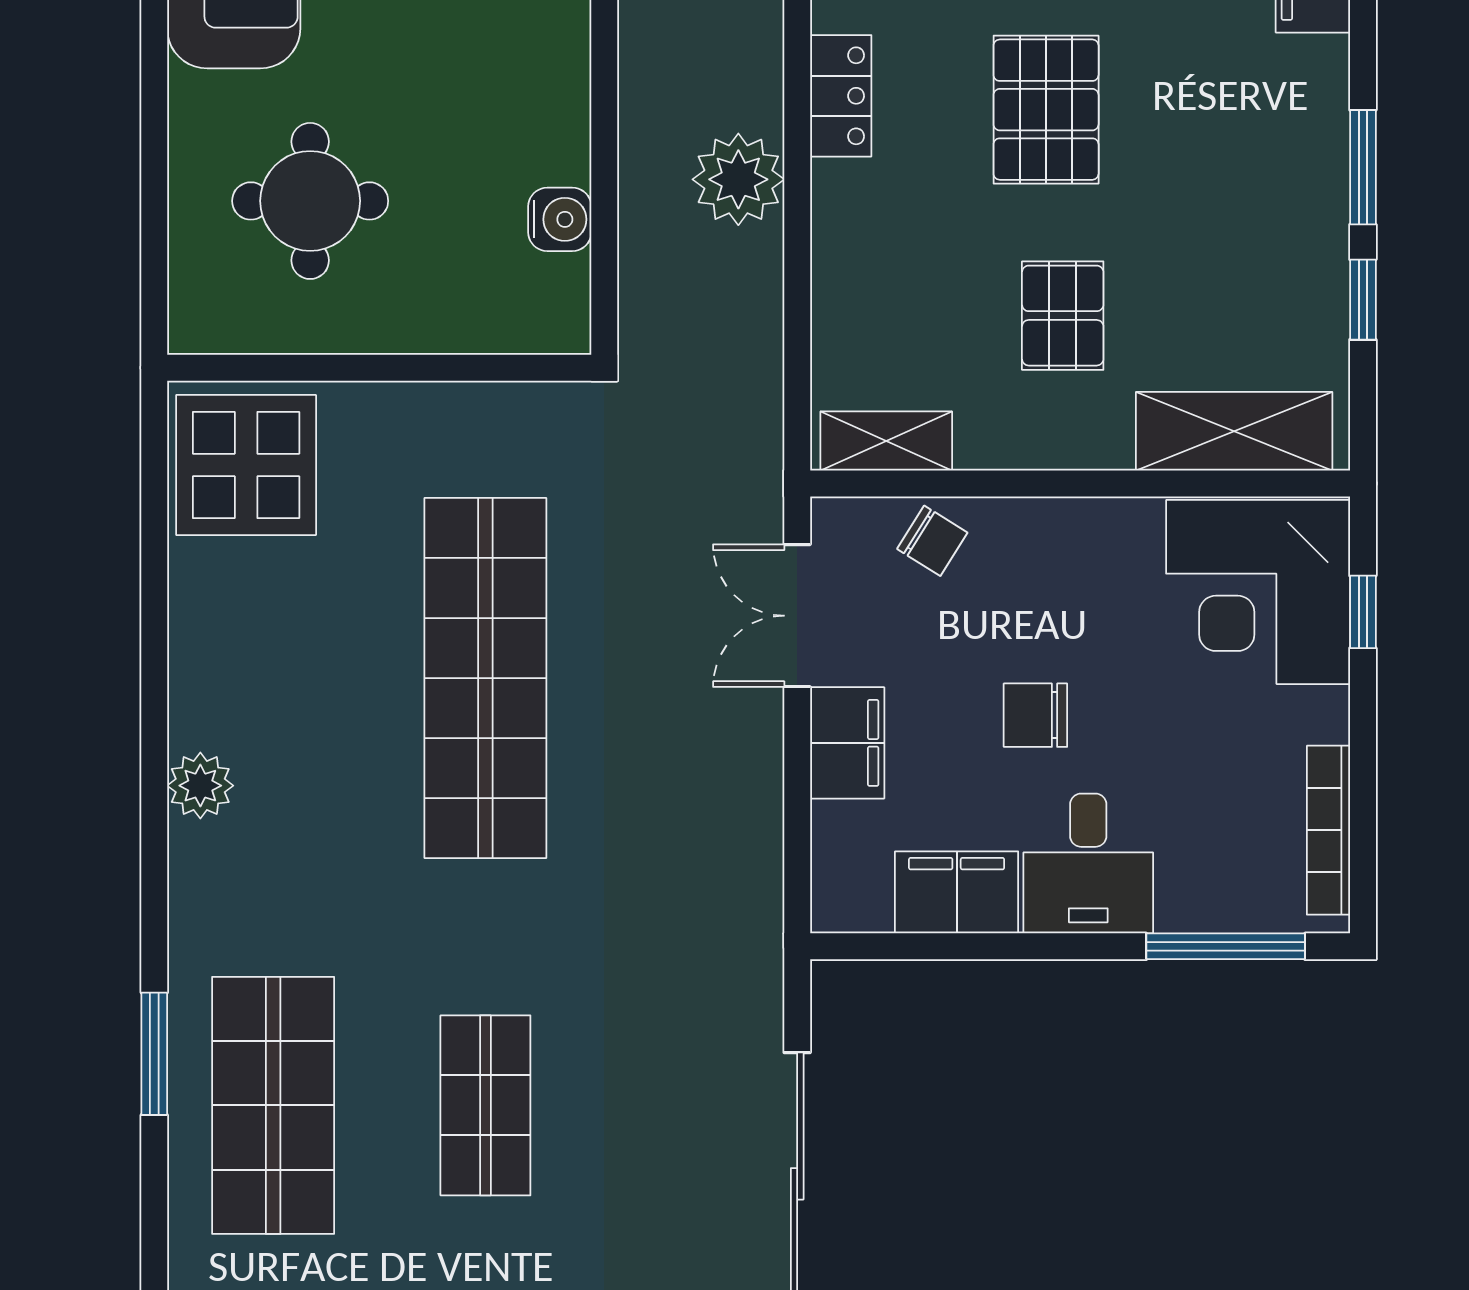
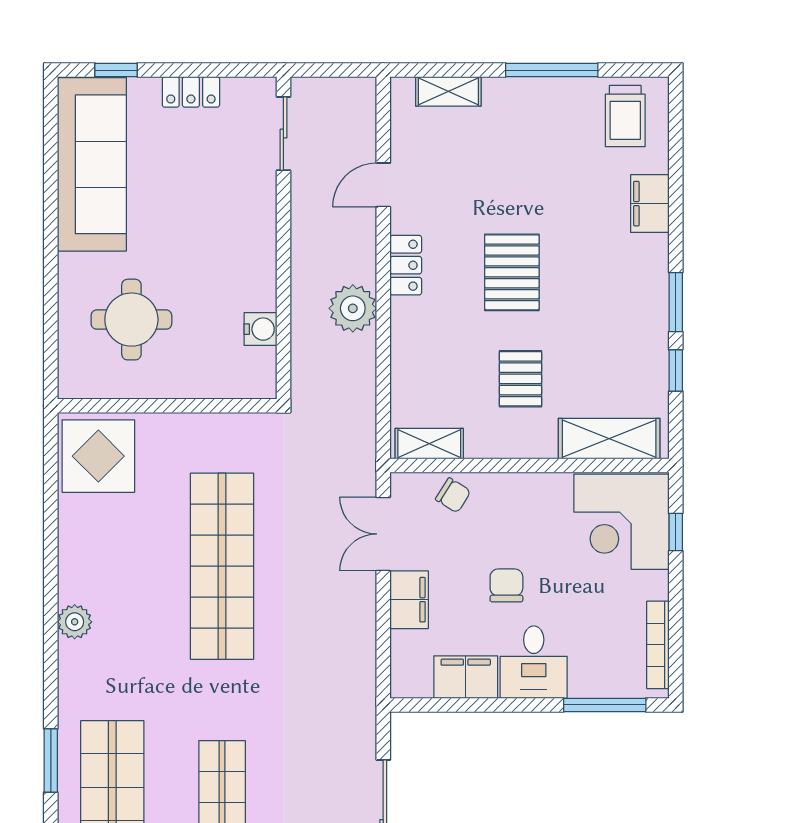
chair: (1035, 715) -> (506, 585), turned 90

